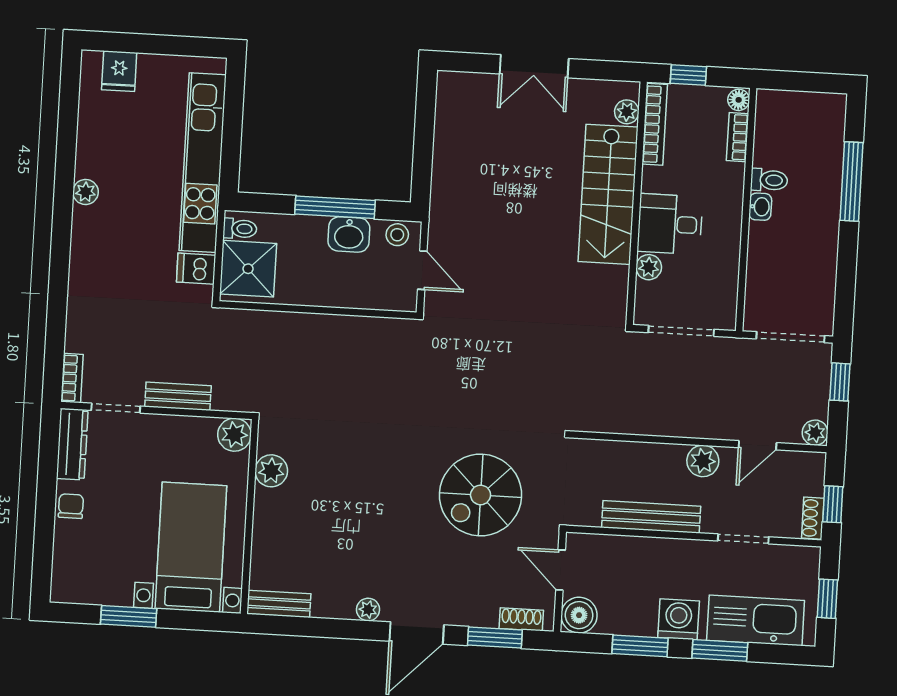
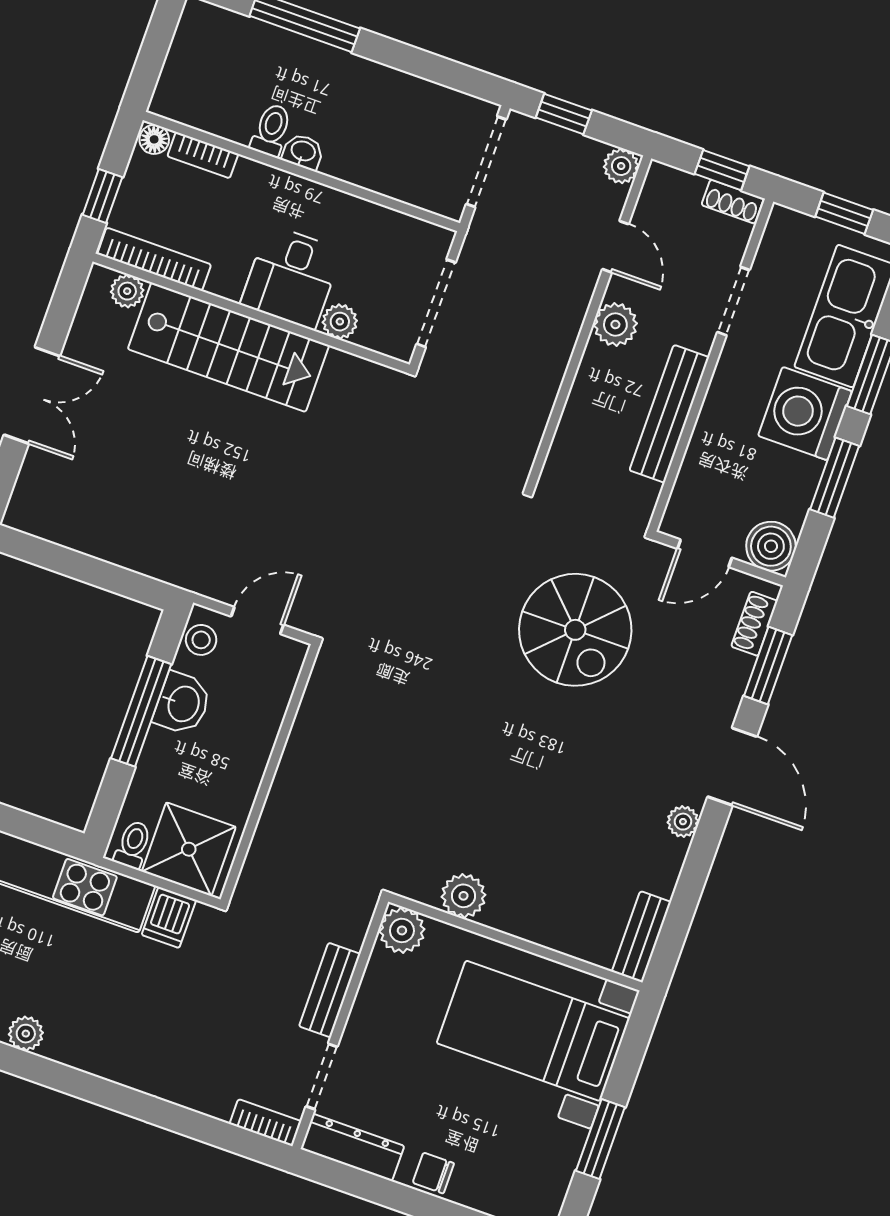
washing machine: (679, 619) -> (805, 414), width x1.37, depth x1.37

